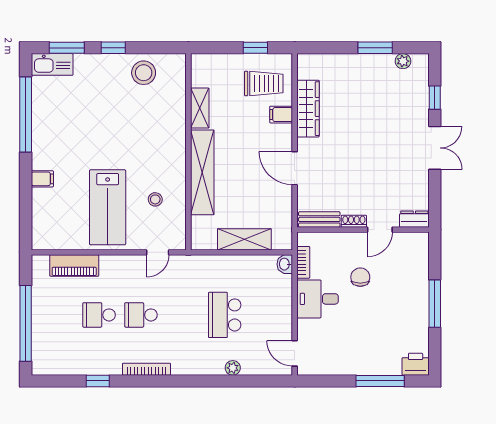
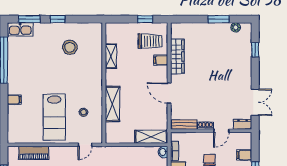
stool: (144, 73) -> (70, 47), moved
double door: (435, 148) -> (255, 102), moved
shelving: (202, 172) -> (112, 104), width x0.68
shelving: (244, 239) -> (151, 137), moved
filing cabinet: (417, 269) -> (244, 155), added

